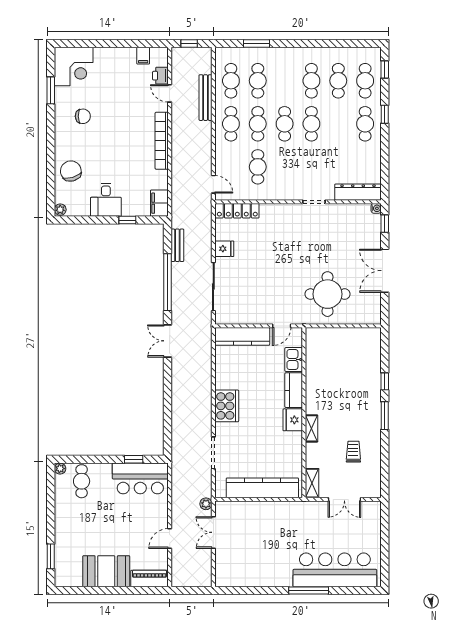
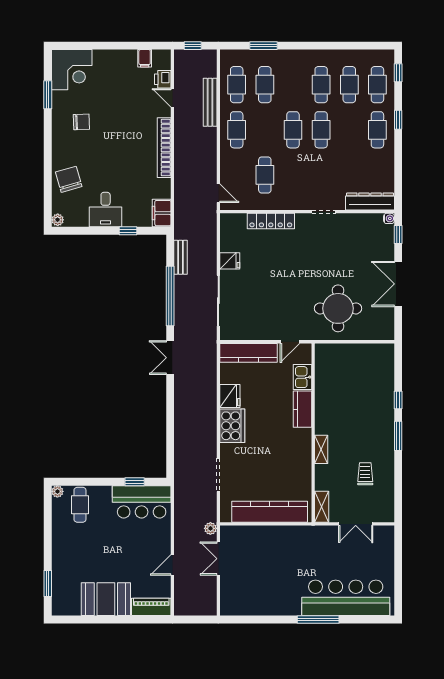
cafe table: (258, 124) -> (265, 130), removed
locker: (237, 211) -> (271, 221), moved
fridge: (293, 420) -> (230, 396), moved, turned 180

